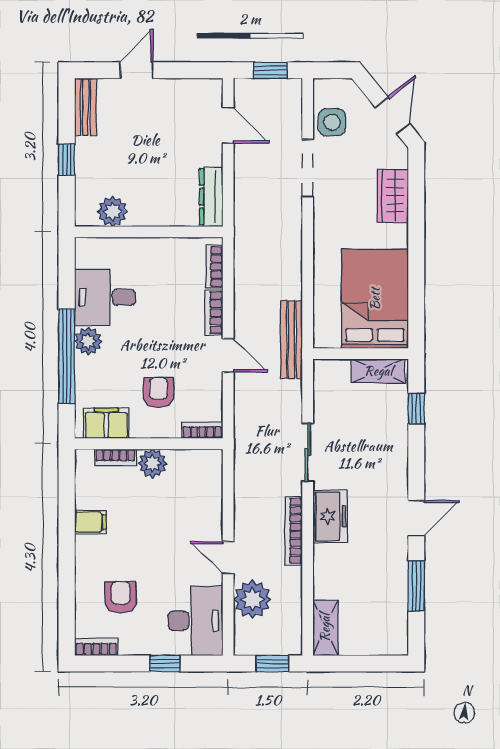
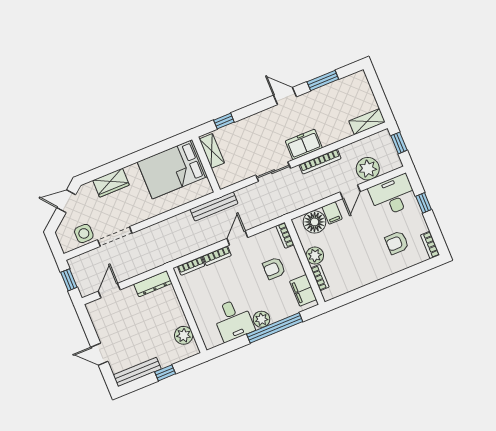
bench: (85, 107) -> (137, 372), width x1.36
floor lamp: (204, 484) -> (315, 222), added
filing cabinet: (90, 522) -> (332, 213), moved, turned 180

